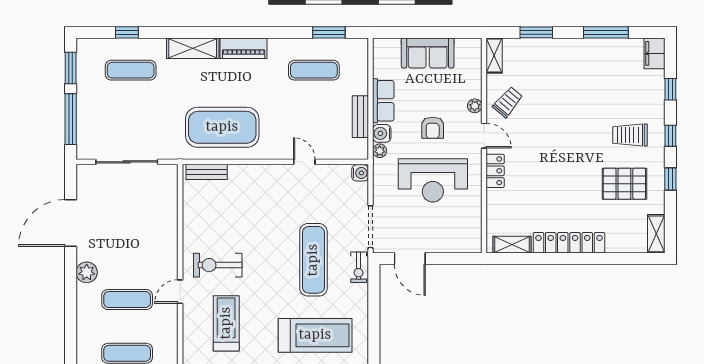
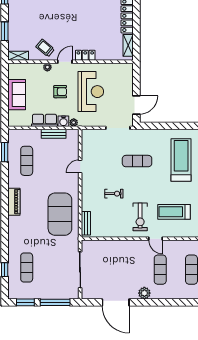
shelving: (193, 48) -> (14, 231), removed
water cooler: (360, 173) -> (87, 134), removed
exercise mat: (313, 260) -> (137, 161), width x0.73, depth x0.69
exercise bike: (359, 267) -> (114, 194), moved

